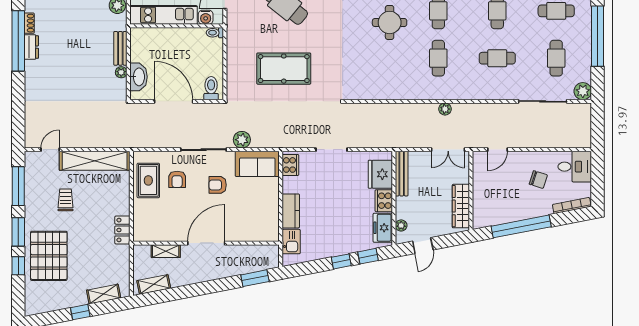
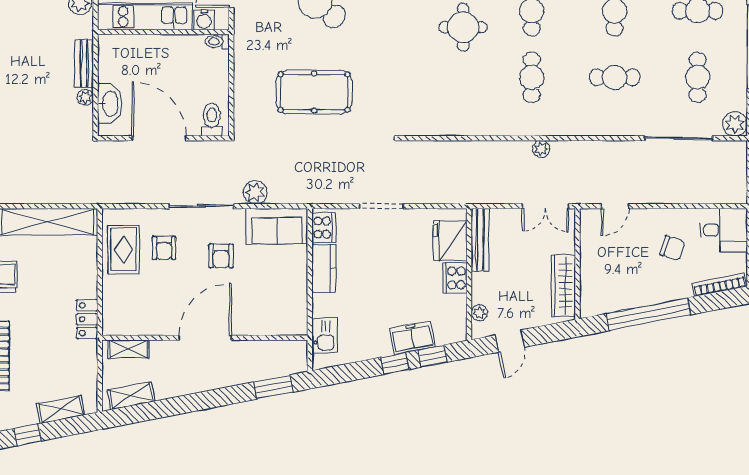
armchair: (218, 185) -> (221, 256), turned -90
kitchen counter: (291, 211) -> (324, 268), moved
freezer: (383, 228) -> (412, 338), moved, turned 79
shelving: (166, 251) -> (129, 349), moved

